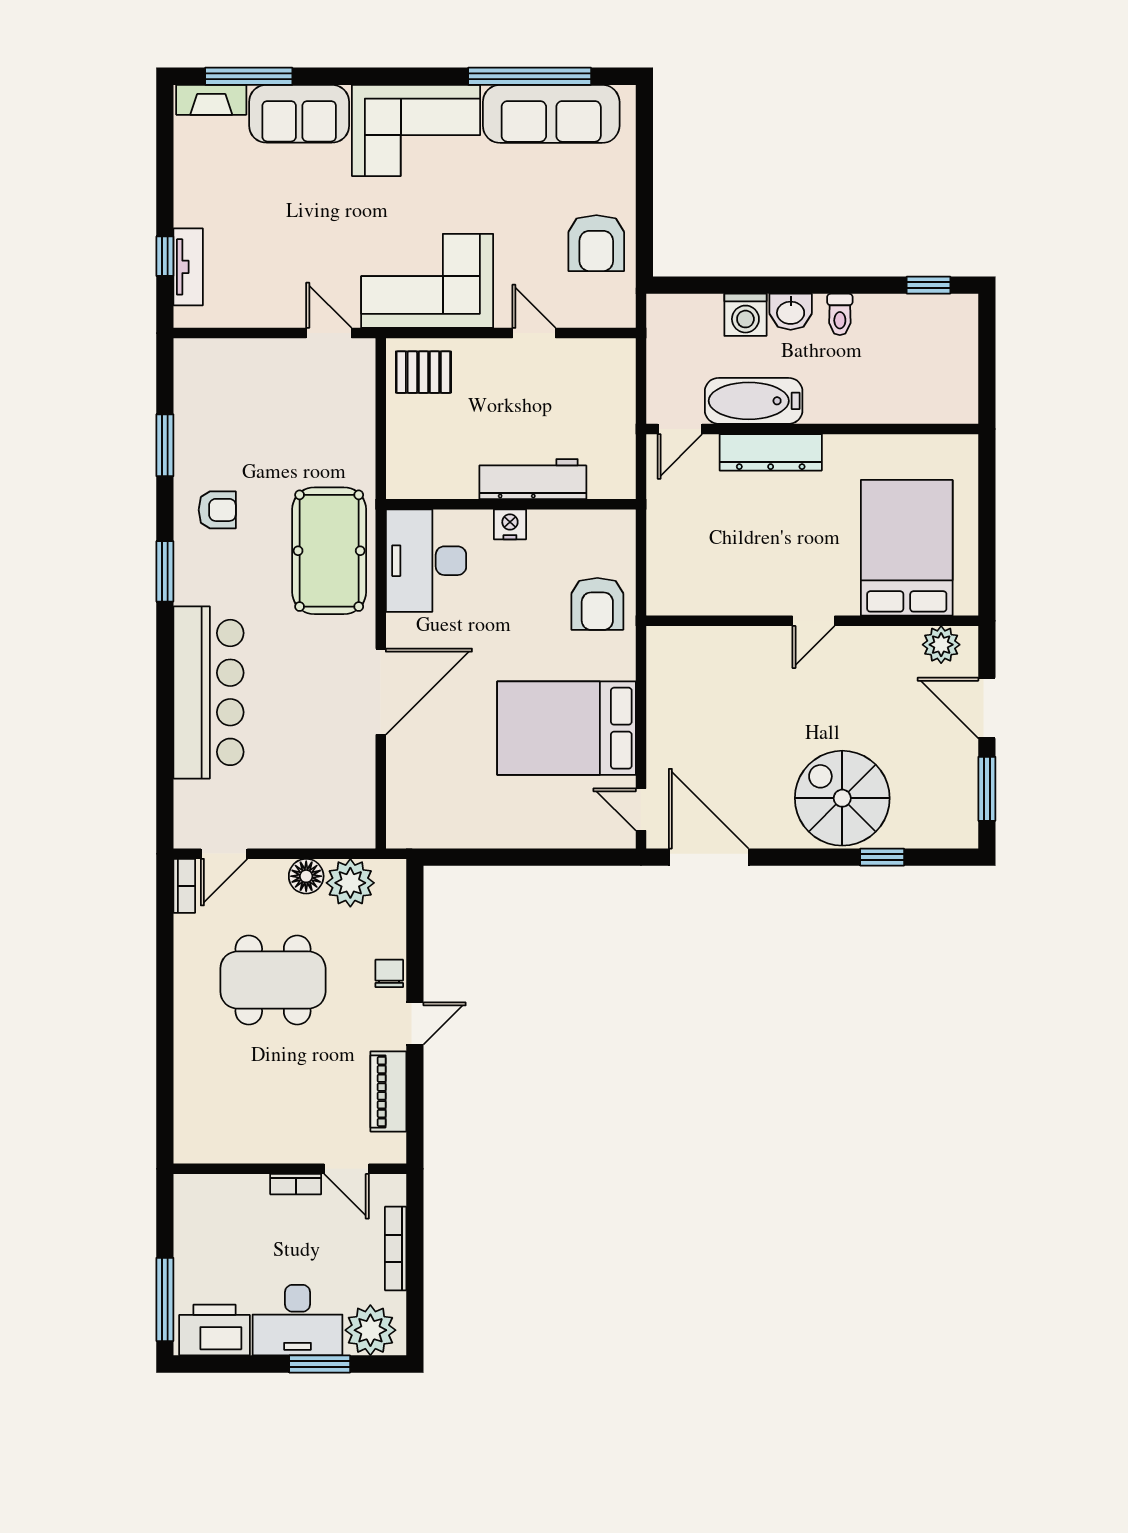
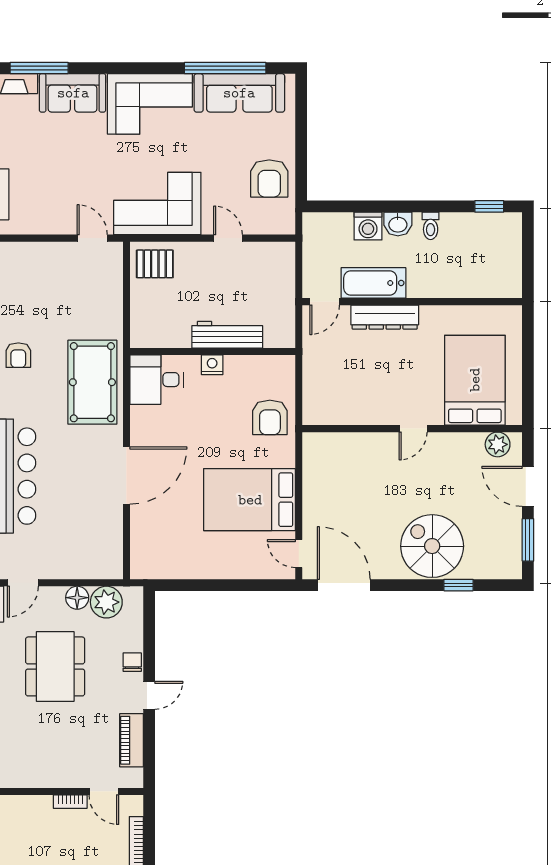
armchair: (217, 510) -> (18, 355), turned 90
desk: (426, 561) -> (157, 380), width x0.73
dining table: (273, 980) -> (55, 666), turned 90

